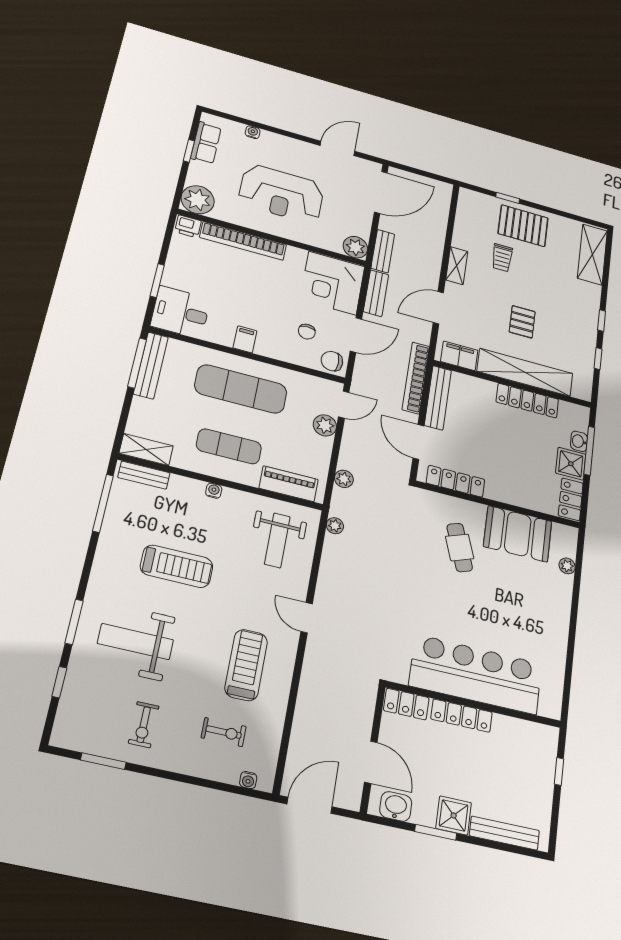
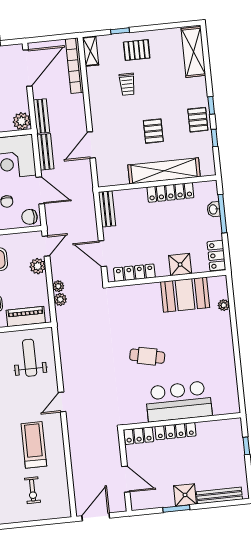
pallet: (523, 226) -> (137, 50), width x0.67, depth x0.71
shelving: (457, 266) -> (91, 51), moved
pallet: (581, 330) -> (198, 120), added
door: (356, 335) -> (40, 190), hinge flipped
filing cabinet: (459, 356) -> (115, 177), removed
bookcase: (416, 378) -> (74, 66), moved
bench: (438, 398) -> (107, 209), width x0.73
shower: (571, 464) -> (180, 265), moved
plant: (335, 526) -> (58, 286), moved
weight bench: (277, 540) -> (30, 358), turned 180
cafe table: (460, 547) -> (147, 356), moved, turned -58
door: (307, 618) -> (62, 402), hinge flipped
bar counter: (476, 674) -> (179, 401), width x0.73
exercise bike: (224, 732) -> (33, 490), turned 90
water cooler: (248, 780) -> (55, 514), removed
washbasin: (396, 806) -> (148, 501), removed

